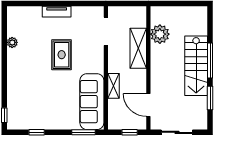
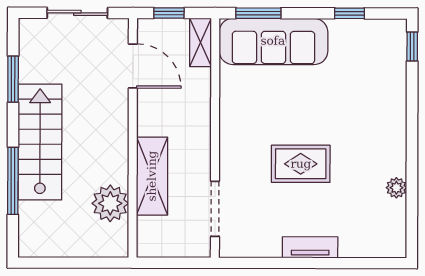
rug: (62, 55) -> (301, 164), turned 90
window: (210, 60) -> (13, 181), moved
shelving: (113, 86) -> (200, 42), moved
sofa: (92, 102) -> (273, 41), moved, turned 90

